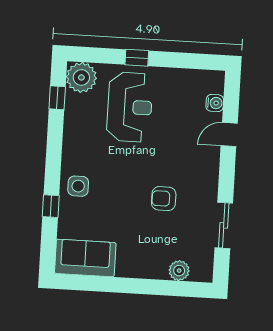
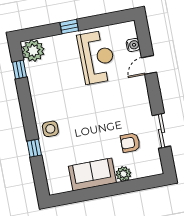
reception desk: (130, 107) -> (97, 57), moved
armchair: (164, 199) -> (130, 143), moved
sofa: (85, 258) -> (92, 174), moved
plant: (179, 271) -> (123, 174), moved

